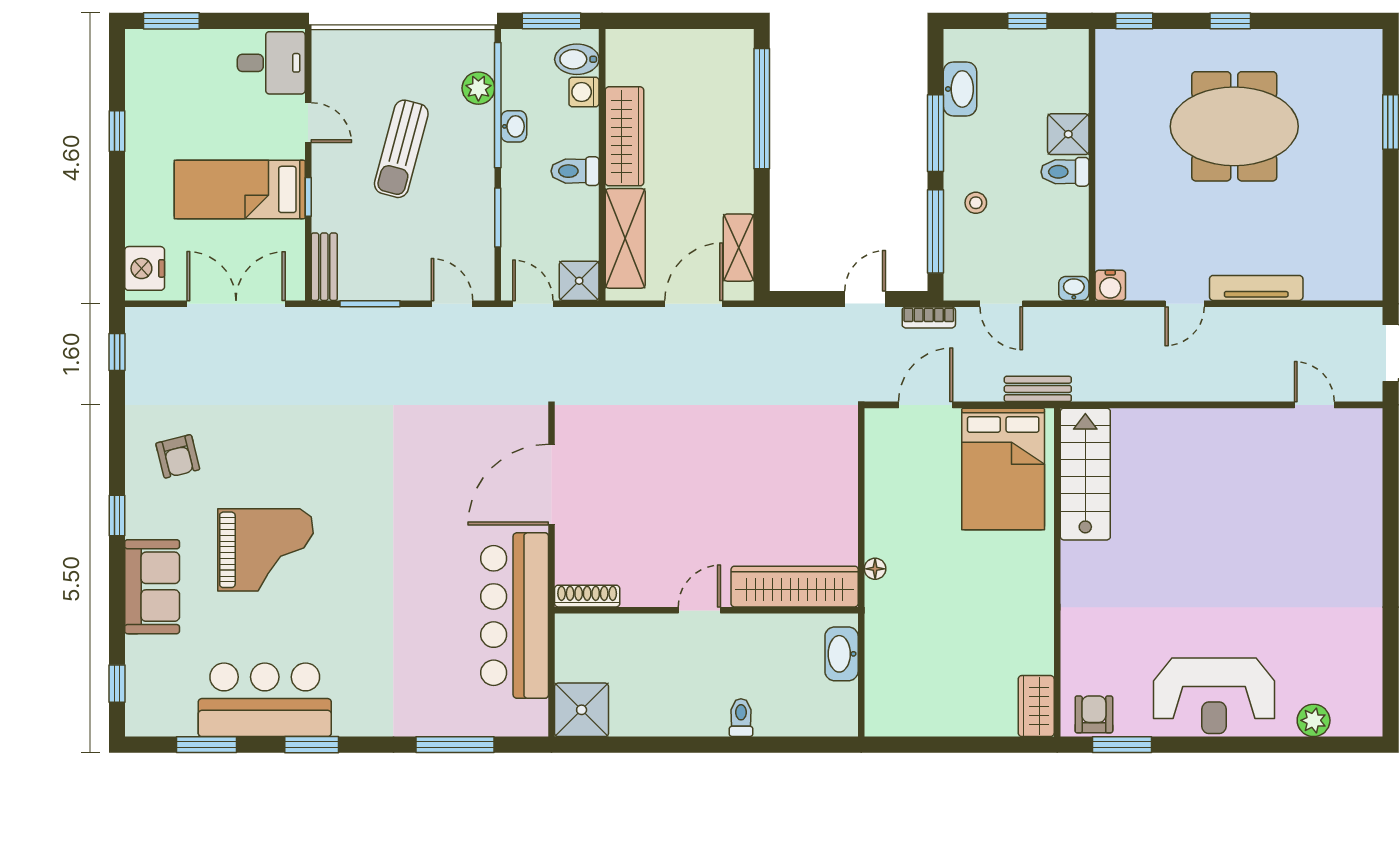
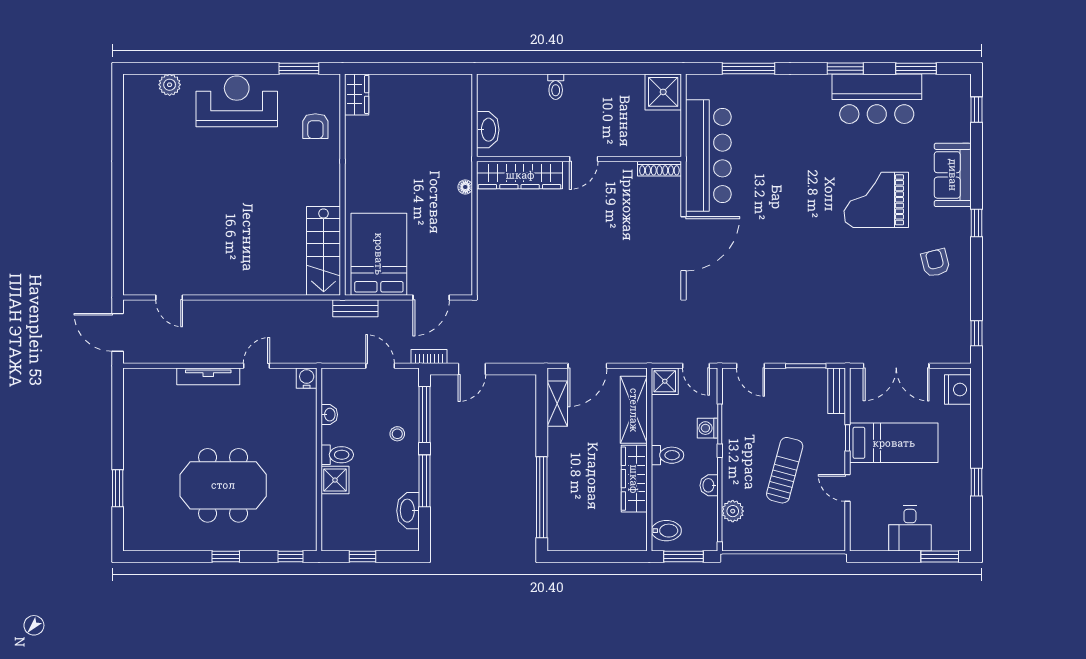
desk: (271, 63) -> (910, 528), moved, turned -90
washing machine: (584, 92) -> (707, 428), moved, turned 180
washbasin: (1074, 288) -> (329, 415), moved, turned -90
armchair: (1094, 714) -> (315, 126), moved

